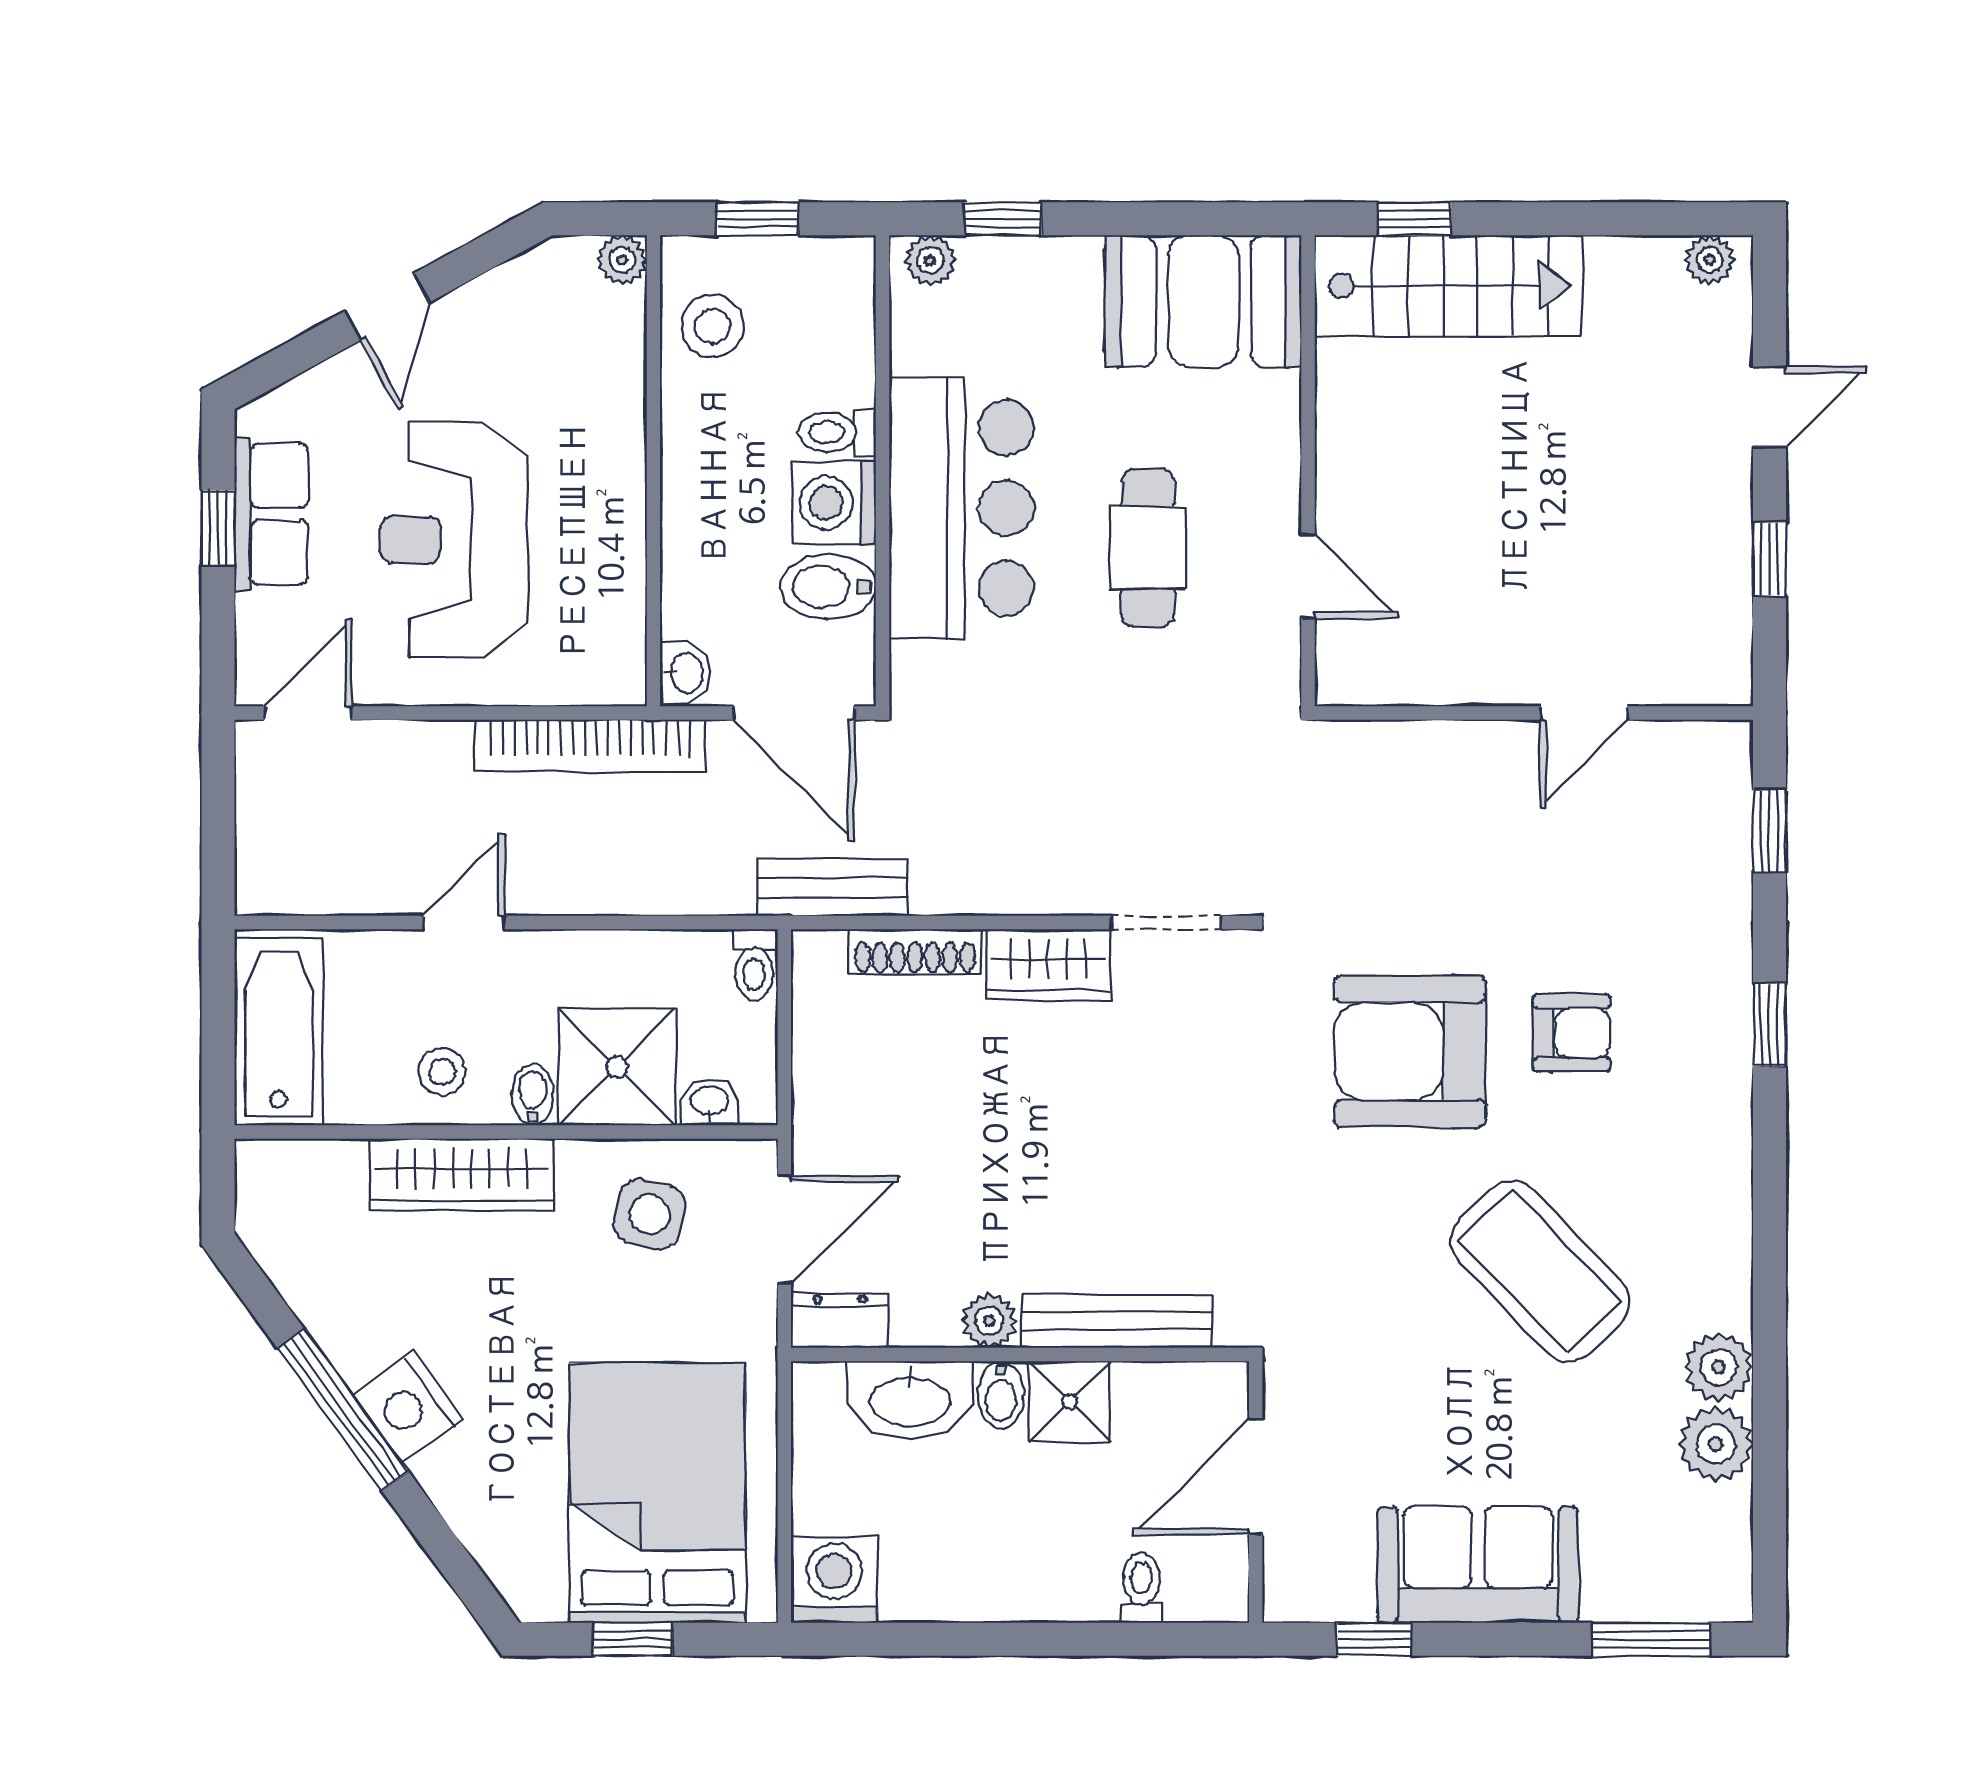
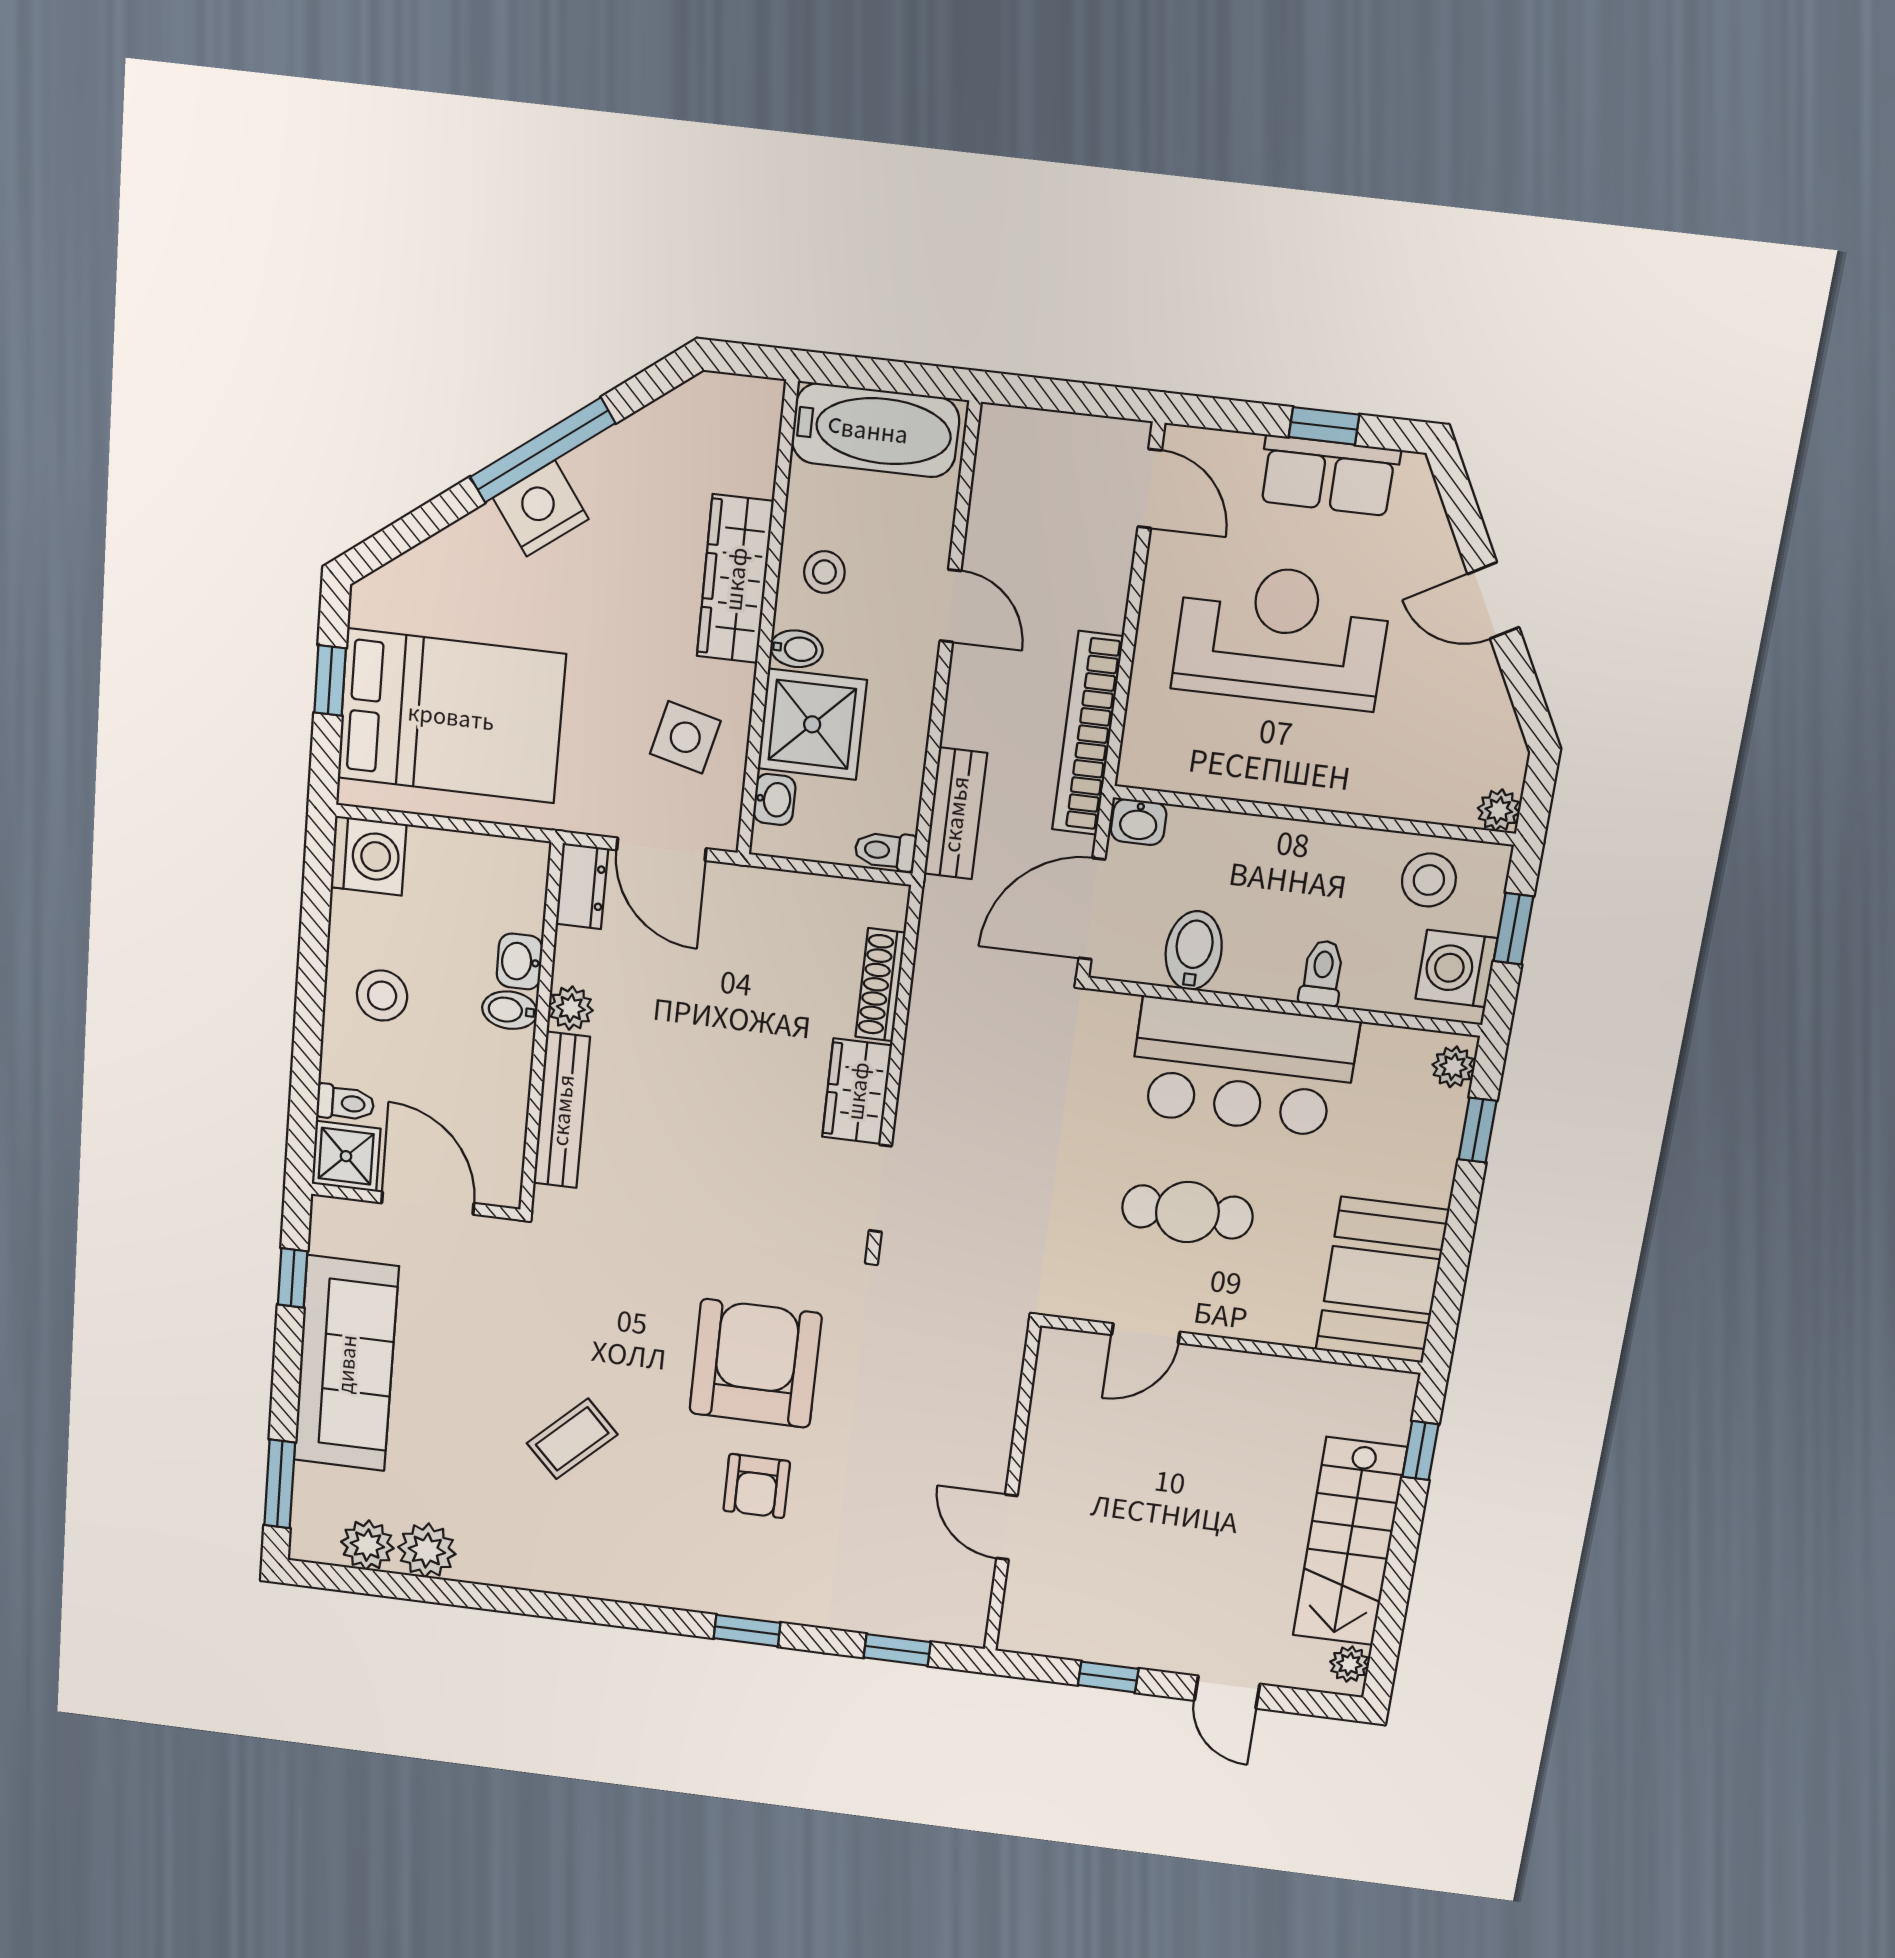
stairs: (1449, 286) -> (1350, 1542), moved
washing machine: (834, 503) -> (1456, 969), moved, turned -90
bench: (832, 887) -> (955, 814), moved
coffee table: (1540, 1271) -> (572, 1439), width x0.54, depth x0.58
plant: (1719, 1367) -> (367, 1545), moved
washbasin: (910, 1400) -> (520, 961), width x0.52, depth x0.69
shower: (1070, 1402) -> (346, 1156), moved
stool: (1002, 1552) -> (382, 996), added
sofa: (1478, 1565) -> (346, 1364), width x1.36

